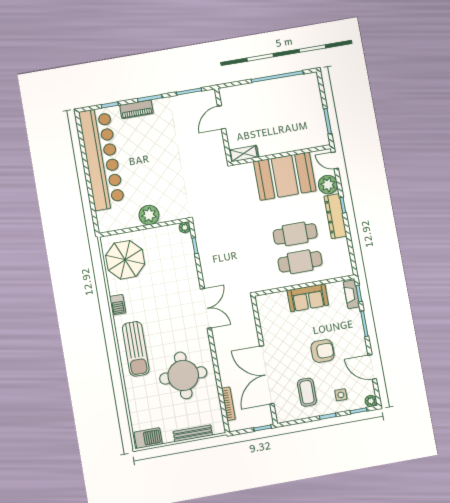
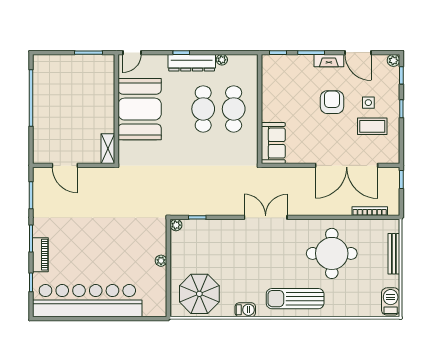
plant: (328, 185) -> (222, 60), moved, width x0.53, depth x0.53
plant: (149, 215) -> (161, 261), width x0.53, depth x0.53
fireplace: (351, 294) -> (329, 61), moved
sofa: (308, 298) -> (273, 143), moved
sun lounger: (136, 349) -> (295, 299), turned 180
door: (372, 367) -> (358, 53), hinge flipped
side table: (341, 395) -> (368, 103), moved

